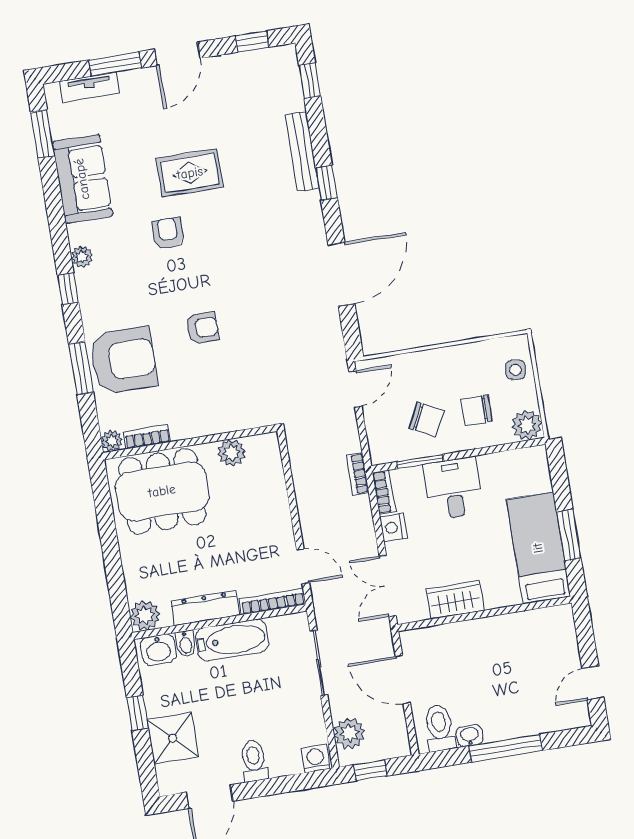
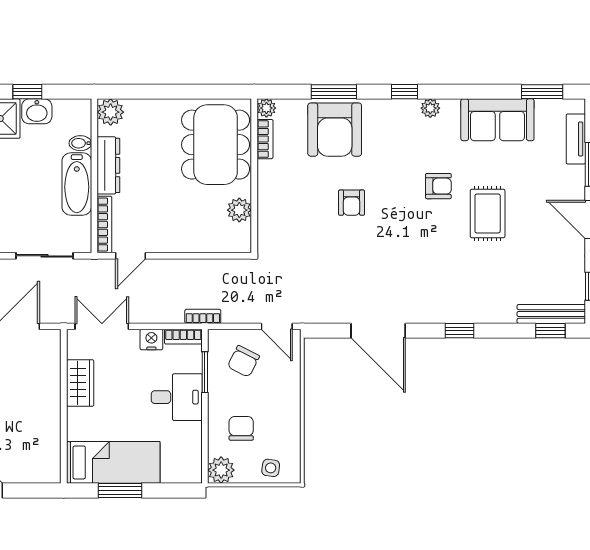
bench: (302, 151) -> (551, 314), moved
chair: (426, 419) -> (243, 361), moved
washbasin: (158, 650) -> (37, 111), moved, turned -90

